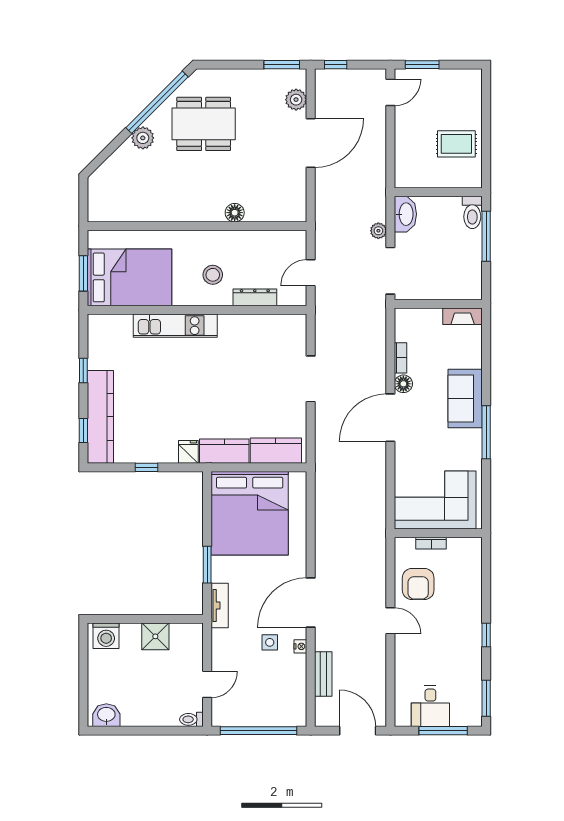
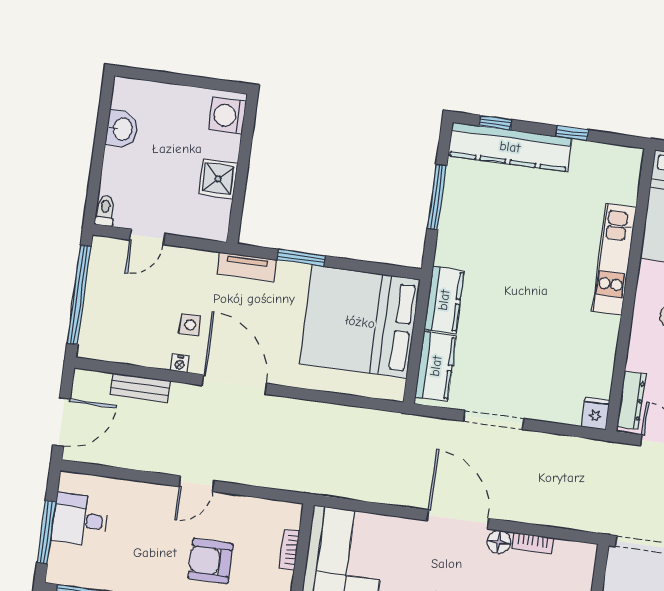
dresser: (255, 297) -> (632, 400), moved
doorway: (311, 379) -> (493, 420), moved
fridge: (188, 452) -> (595, 414), moved, turned -90
window: (146, 467) -> (437, 197), width x2.17
armchair: (418, 584) -> (210, 561), moved
door: (207, 684) -> (147, 237), hinge flipped
washbasin: (106, 715) -> (122, 129), moved

